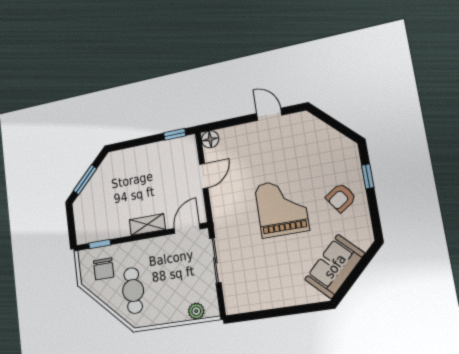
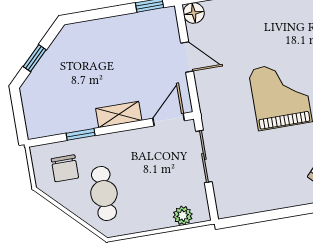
door: (204, 176) -> (187, 57), hinge flipped
window: (85, 180) -> (35, 58), width x0.67
window: (100, 244) -> (81, 134), moved

